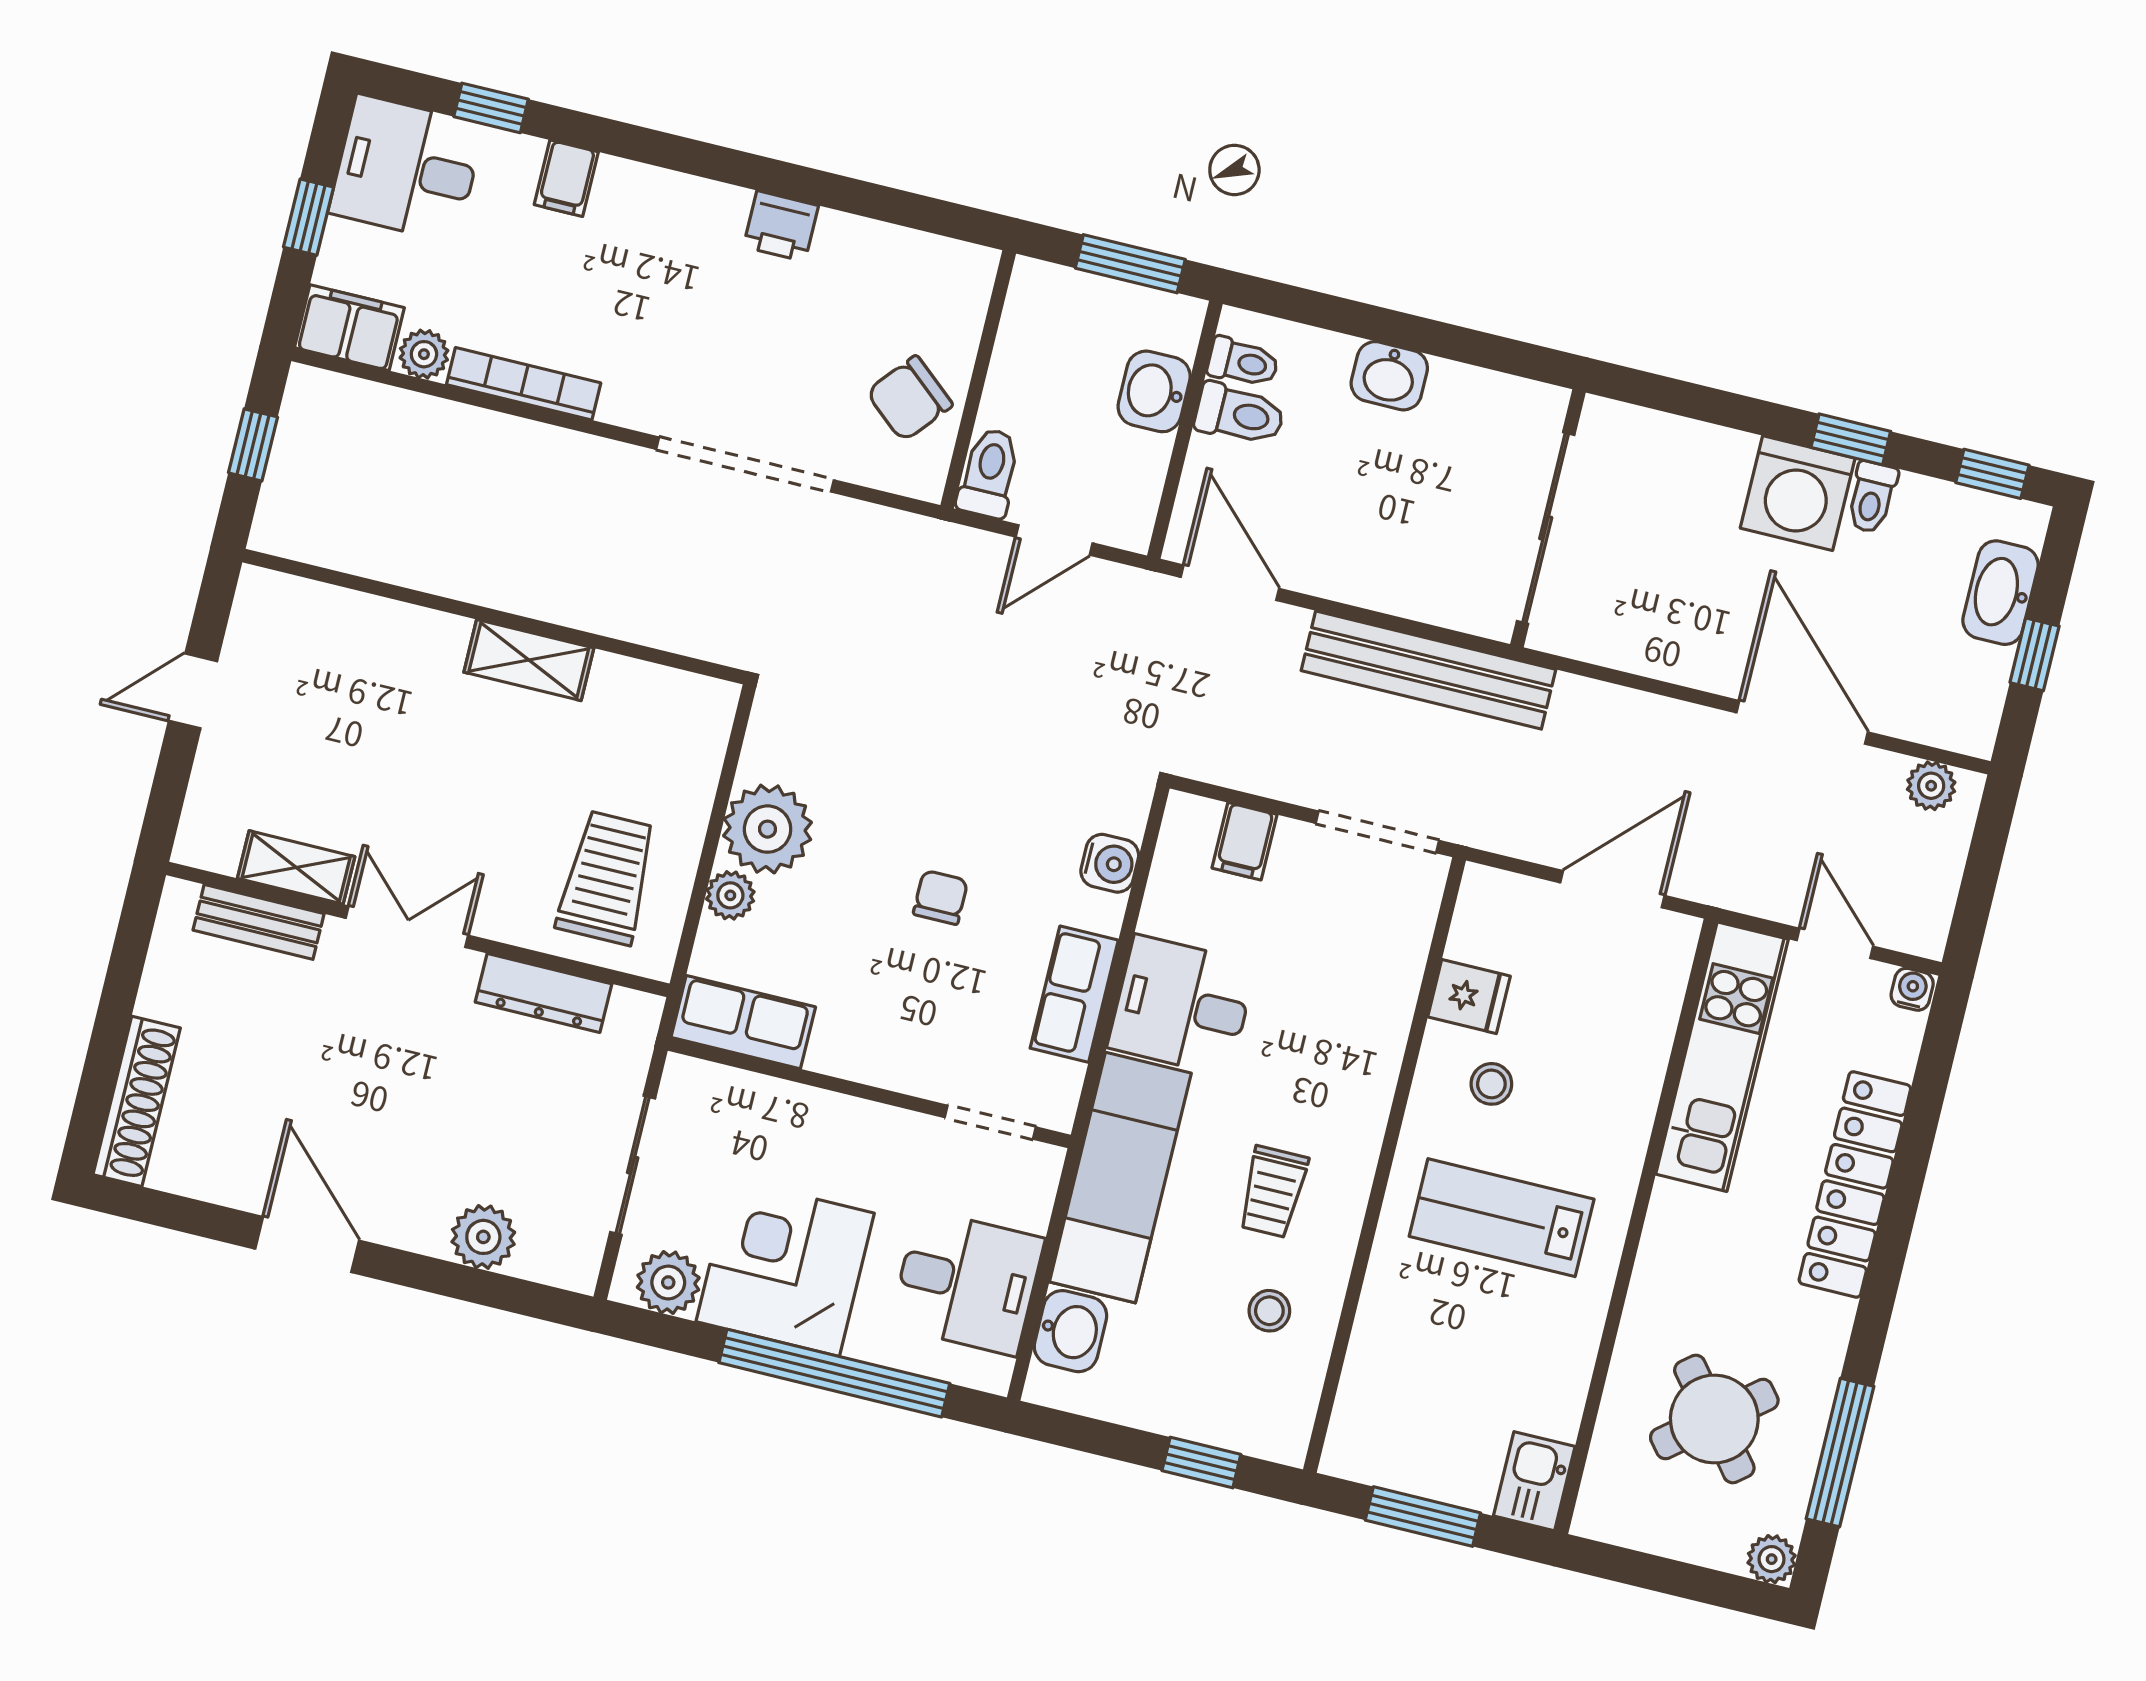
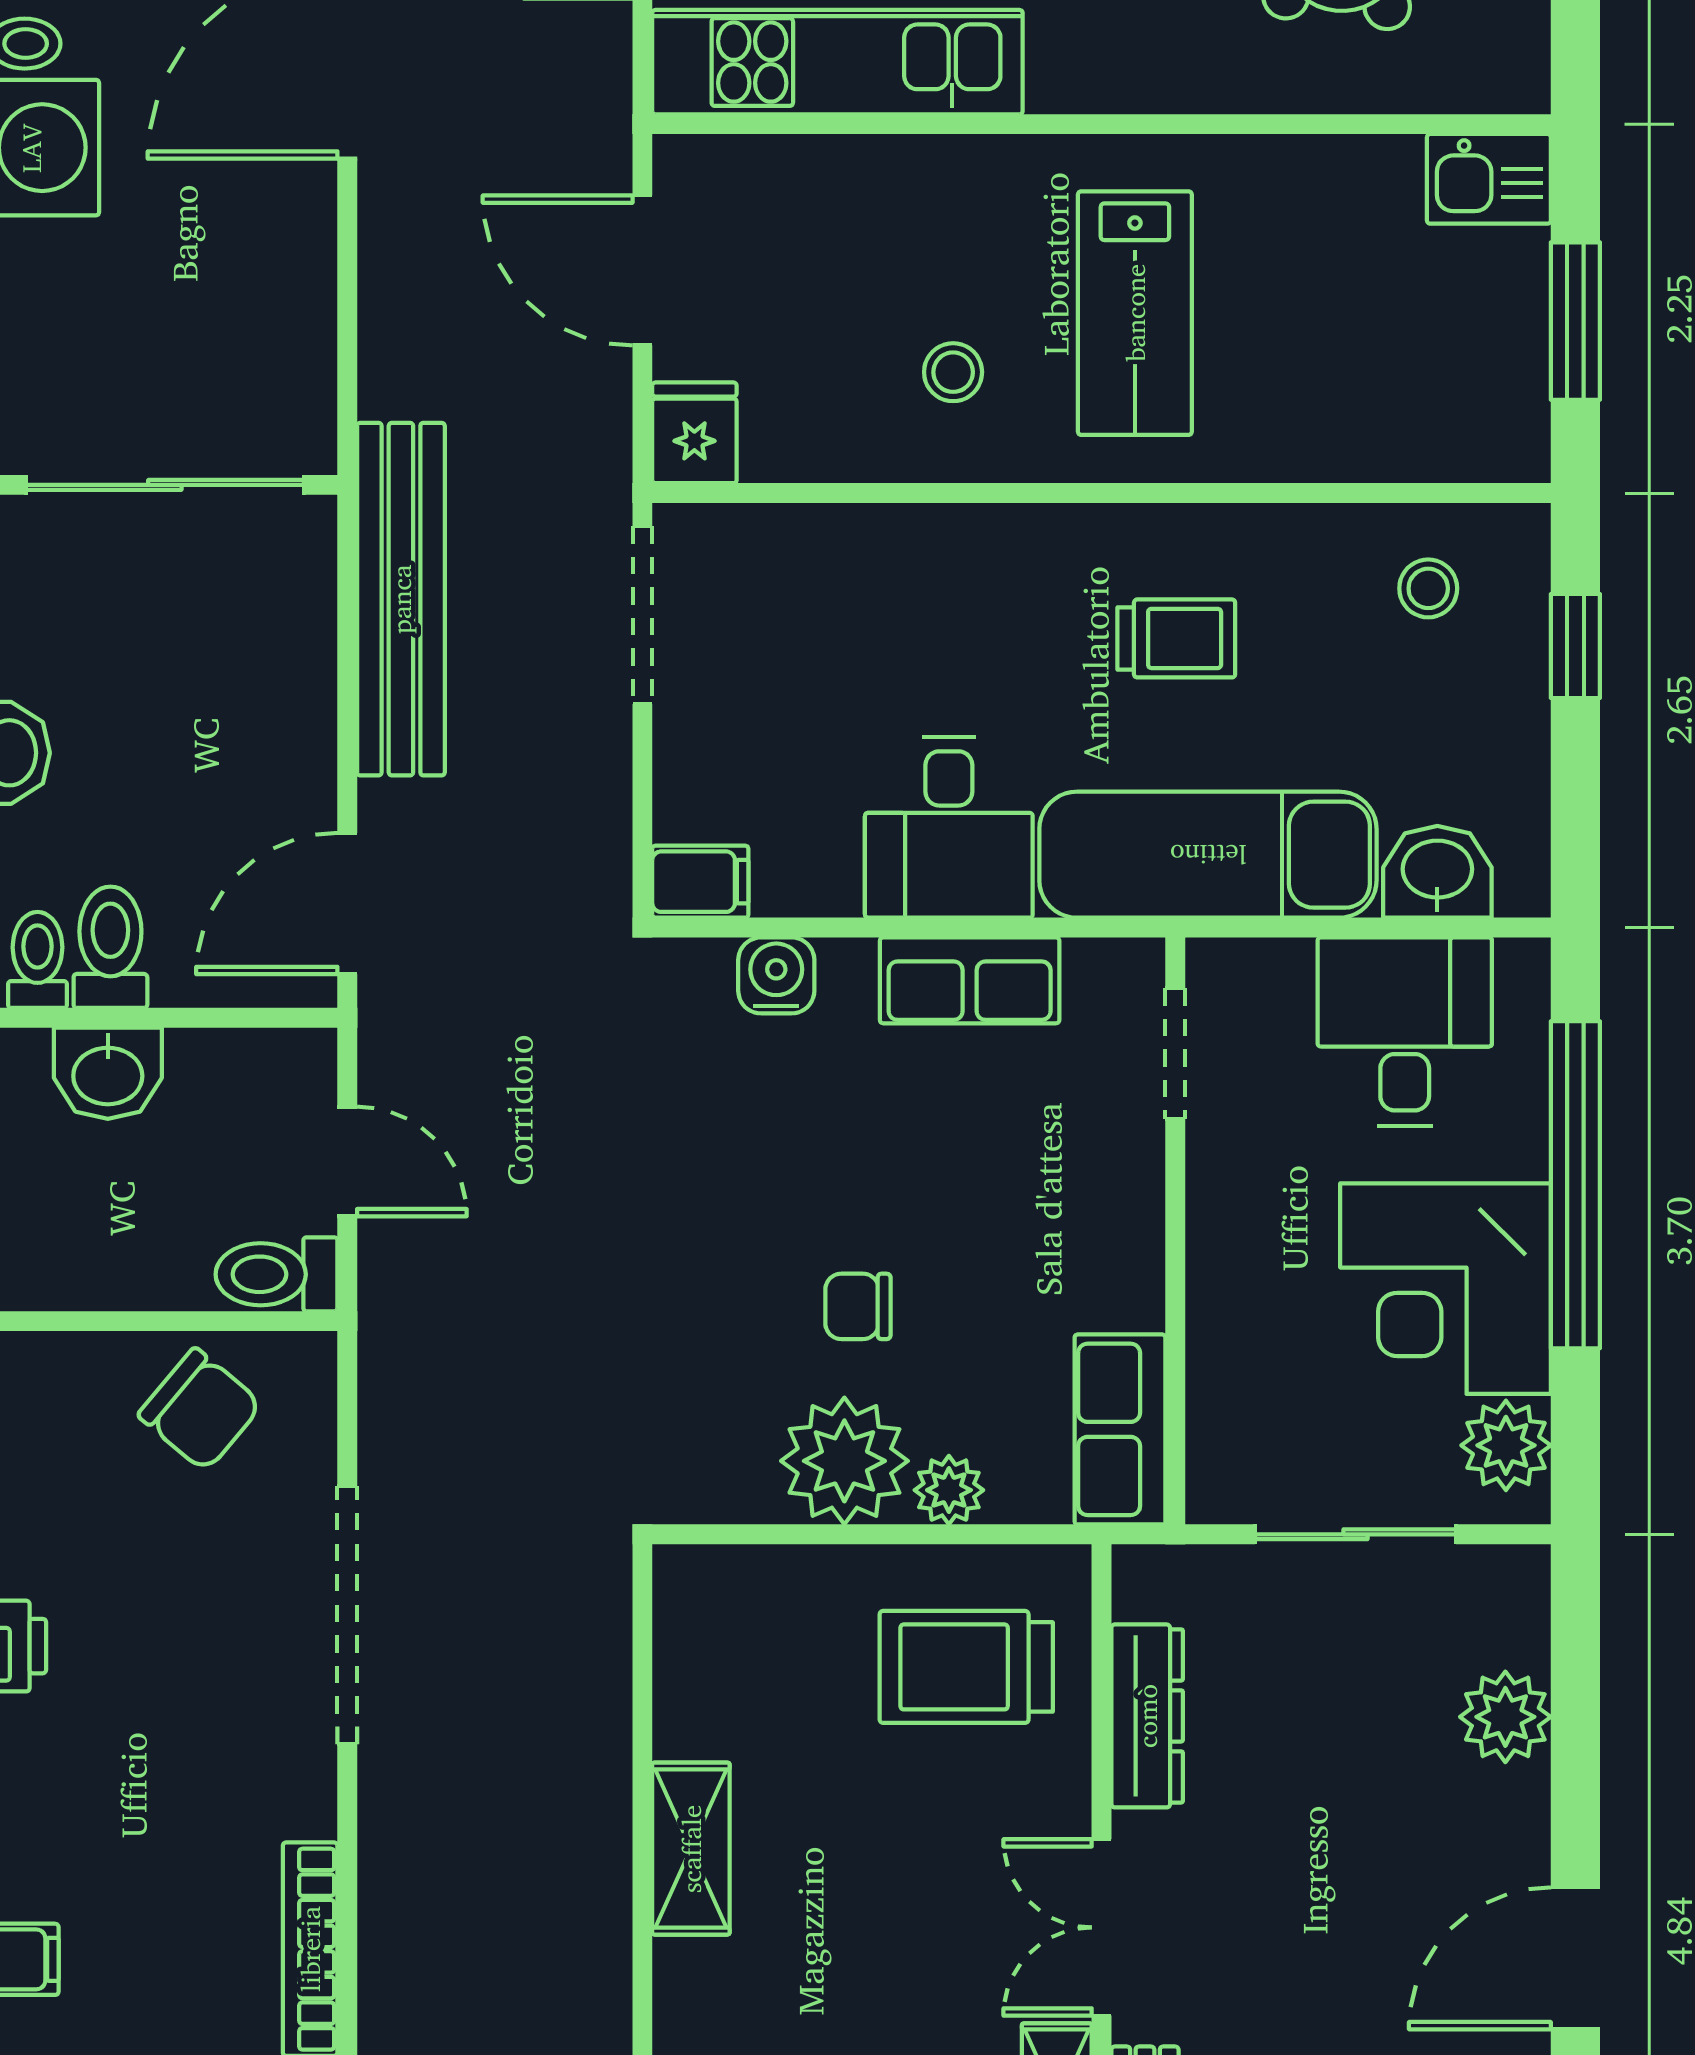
filing cabinet: (1244, 841) -> (700, 882), moved
chair: (941, 897) -> (858, 1306), moved
fridge: (1469, 996) -> (694, 433), moved
stool: (1269, 1311) -> (1428, 588), moved

